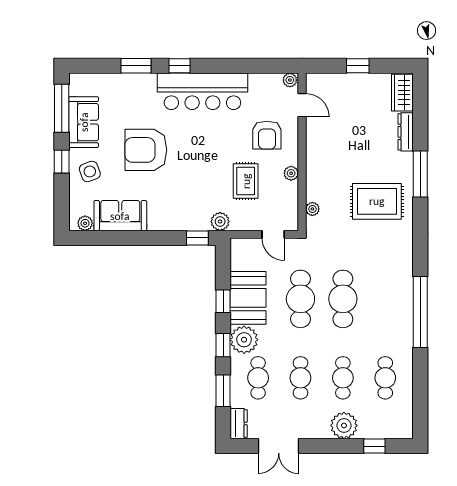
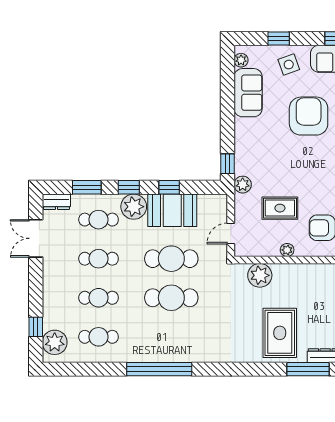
window: (62, 162) -> (279, 39), moved
window: (420, 174) -> (308, 369), moved
rug: (377, 201) -> (280, 333), moved
plant: (312, 209) -> (260, 275), width x1.87, depth x1.87
plant: (344, 425) -> (55, 342), moved

